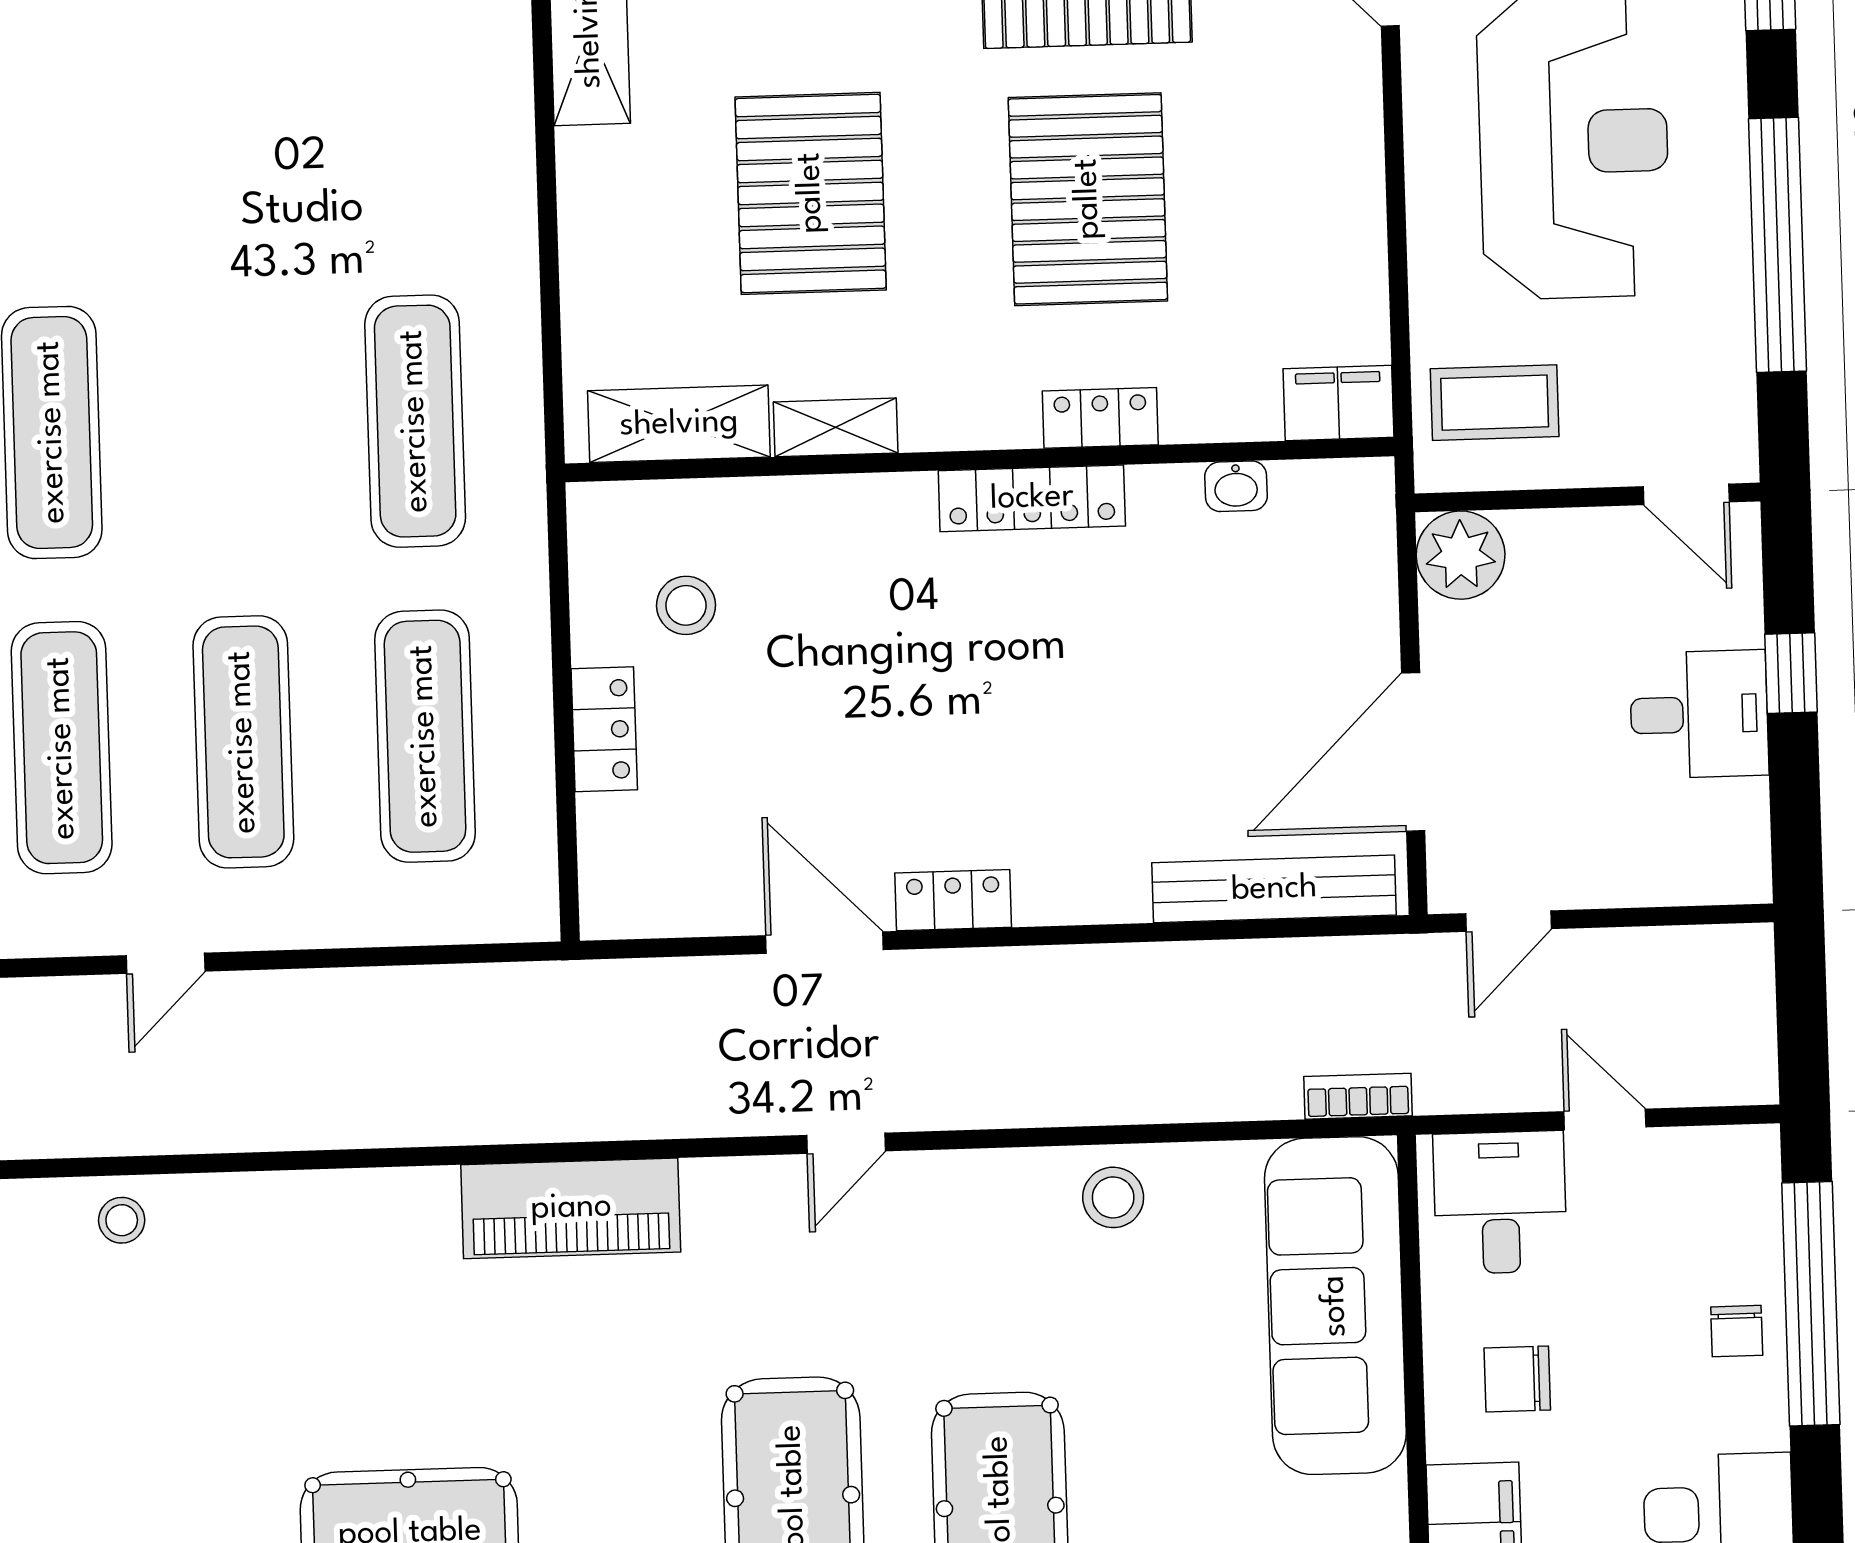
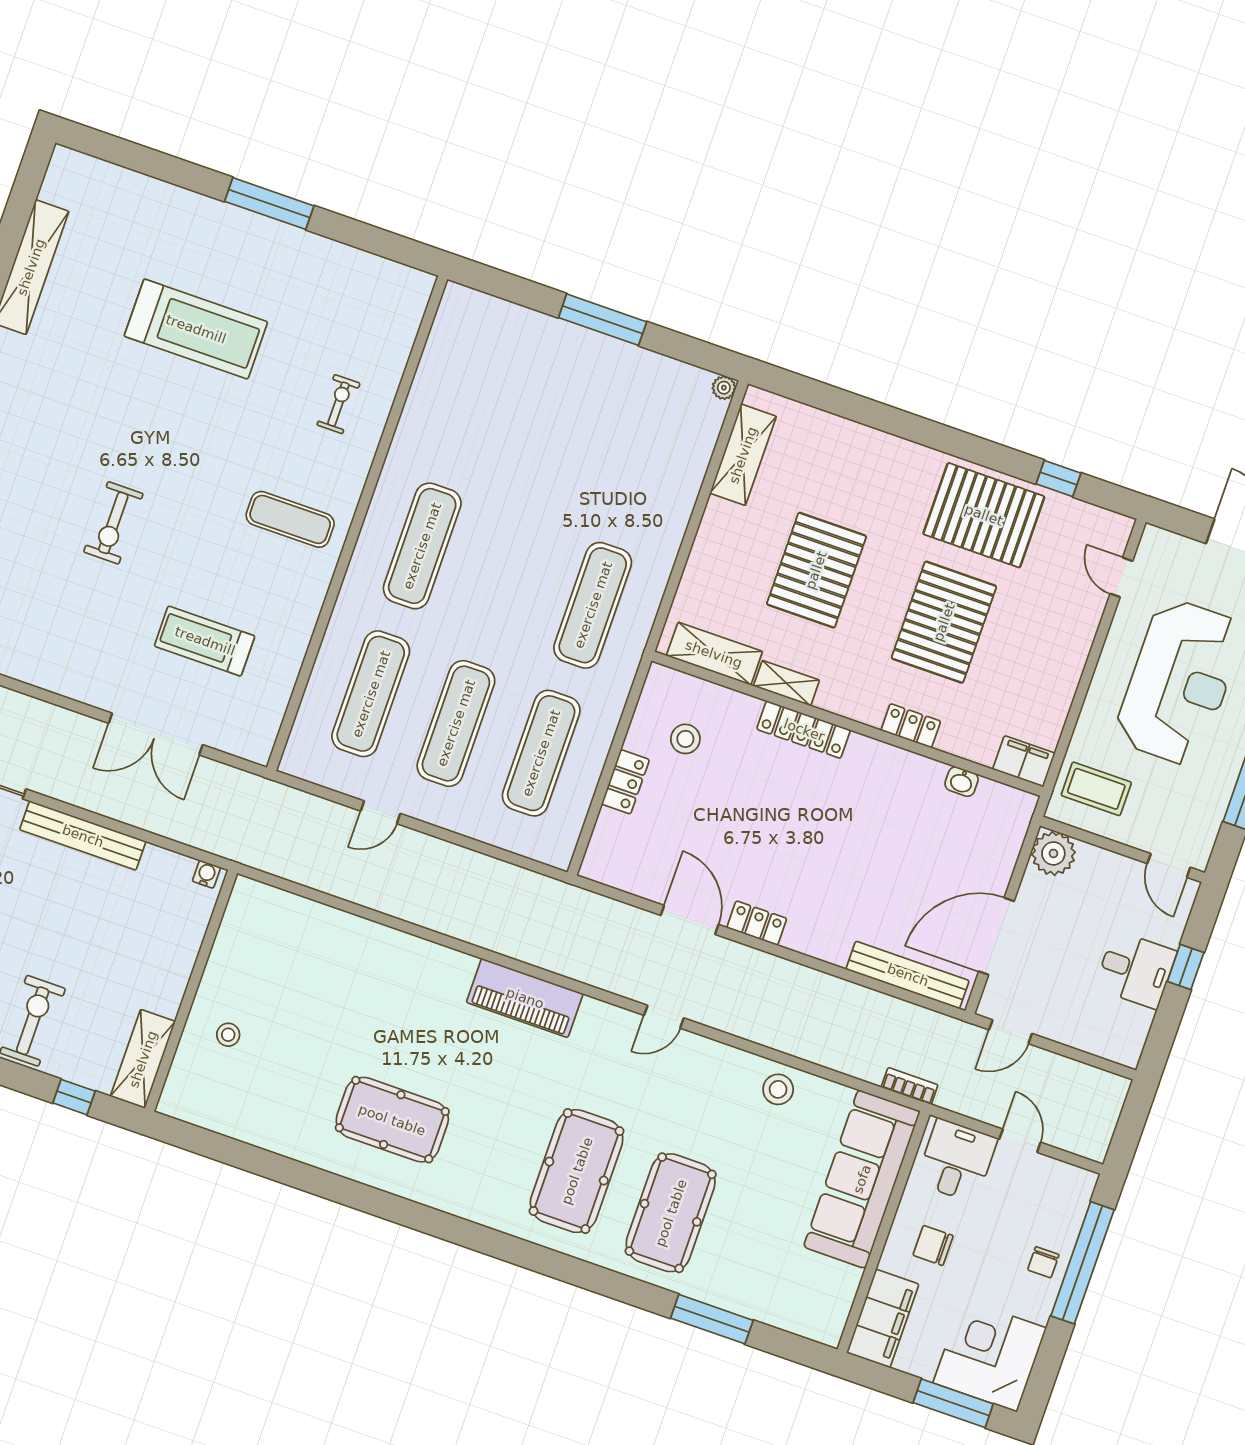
locker: (1032, 498) -> (804, 730), moved
stool: (122, 1220) -> (228, 1035), moved

